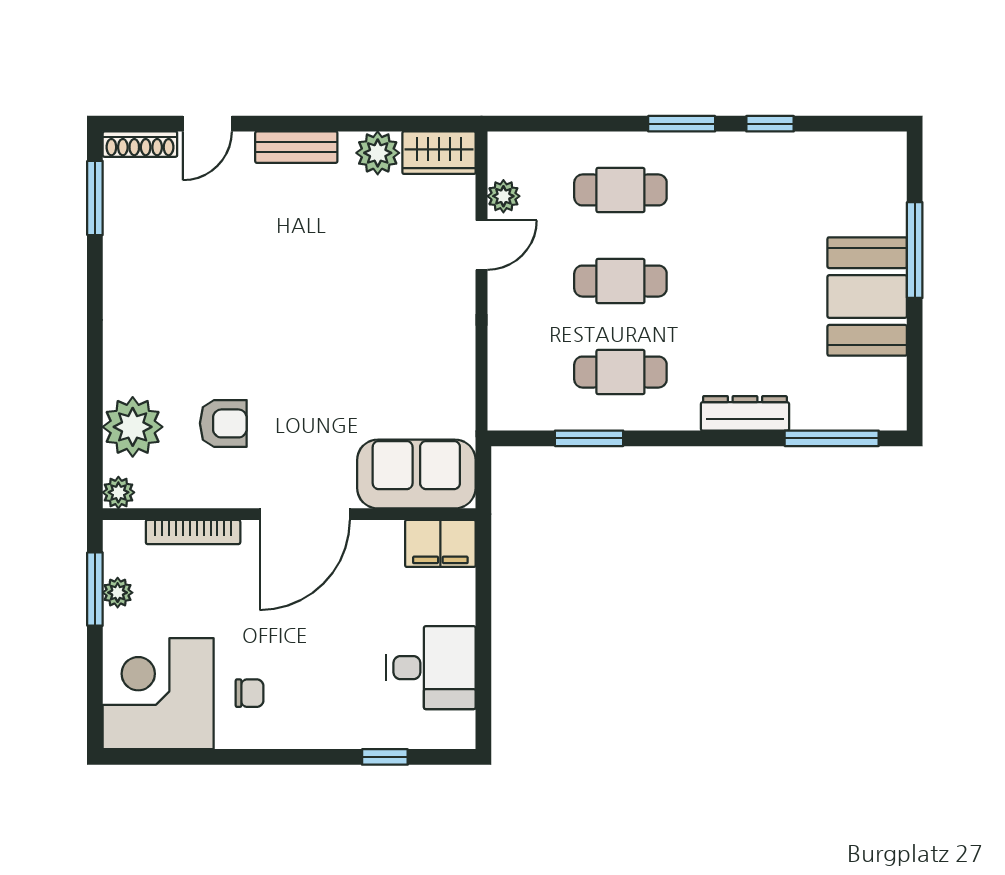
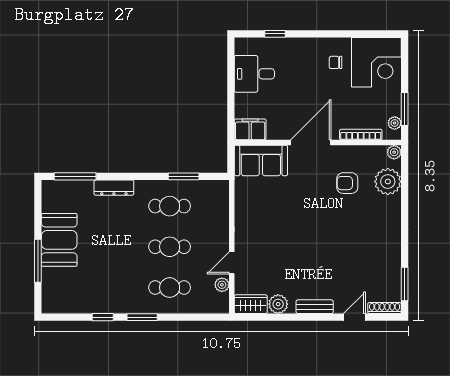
plant: (118, 593) -> (395, 123), moved

